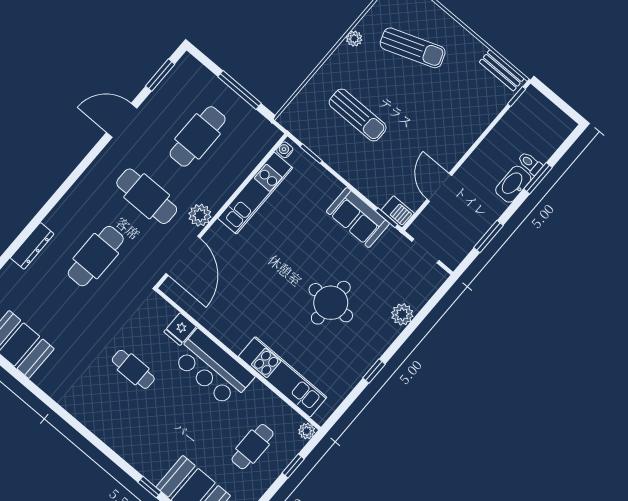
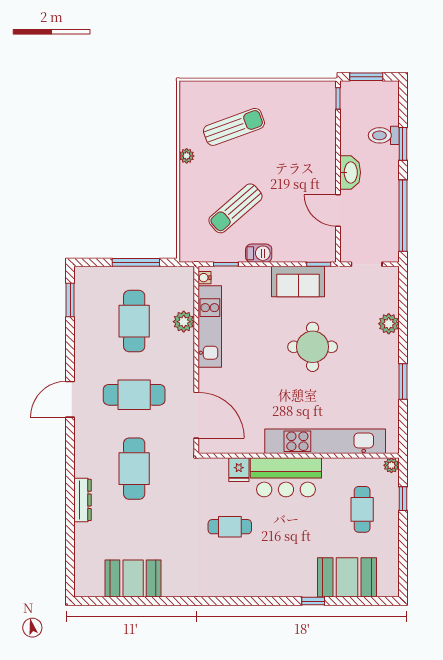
bench: (502, 70) -> (311, 89), removed
window: (555, 99) -> (366, 77), added
sun lounger: (358, 115) -> (235, 208), turned 139
door: (122, 120) -> (70, 399), moved
toilet: (530, 163) -> (384, 135), width x1.37, depth x1.39
washbasin: (513, 184) -> (350, 172), moved, turned 180
barbecue: (398, 212) -> (259, 253), moved
plant: (200, 215) -> (184, 322), moved
window: (488, 236) -> (403, 216), width x2.11
round table: (331, 303) -> (313, 347), moved
window: (374, 371) -> (403, 381), width x1.50
kitchen unit: (283, 377) -> (325, 441), width x1.36

